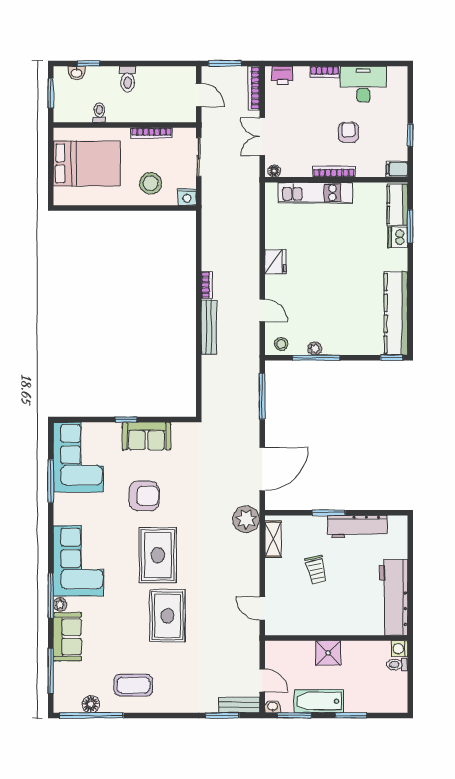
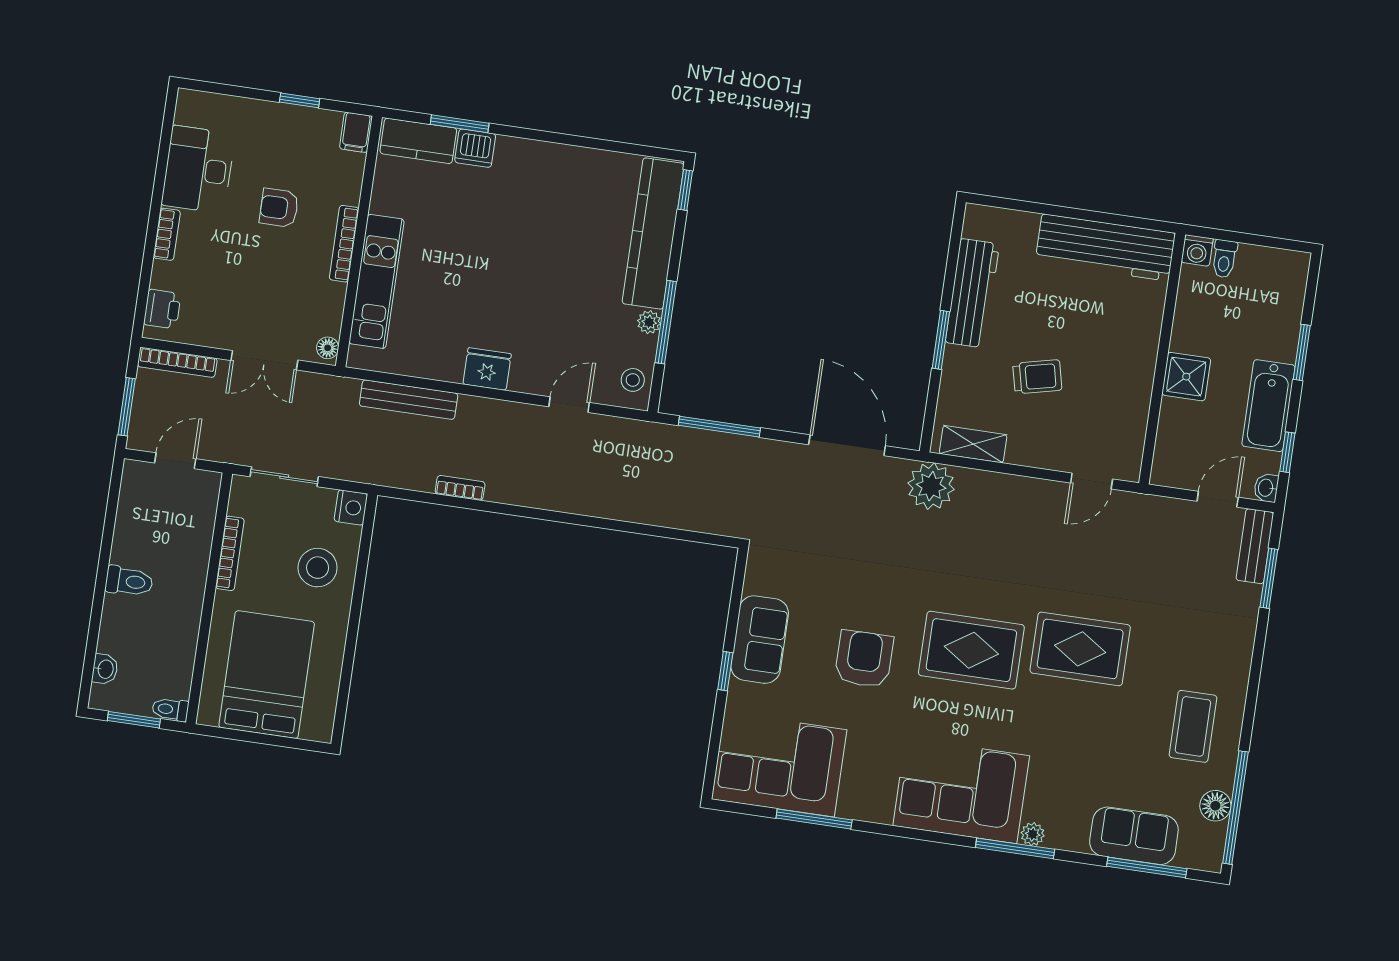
window: (89, 63) -> (92, 645), removed
toilet: (99, 113) -> (170, 709), moved
bookcase: (207, 285) -> (460, 488), moved
kitchen counter: (396, 313) -> (653, 234), moved, turned 90
bench: (209, 327) -> (409, 400), moved
sofa: (67, 637) -> (1134, 836), moved
window: (294, 715) -> (1287, 452), width x0.67

